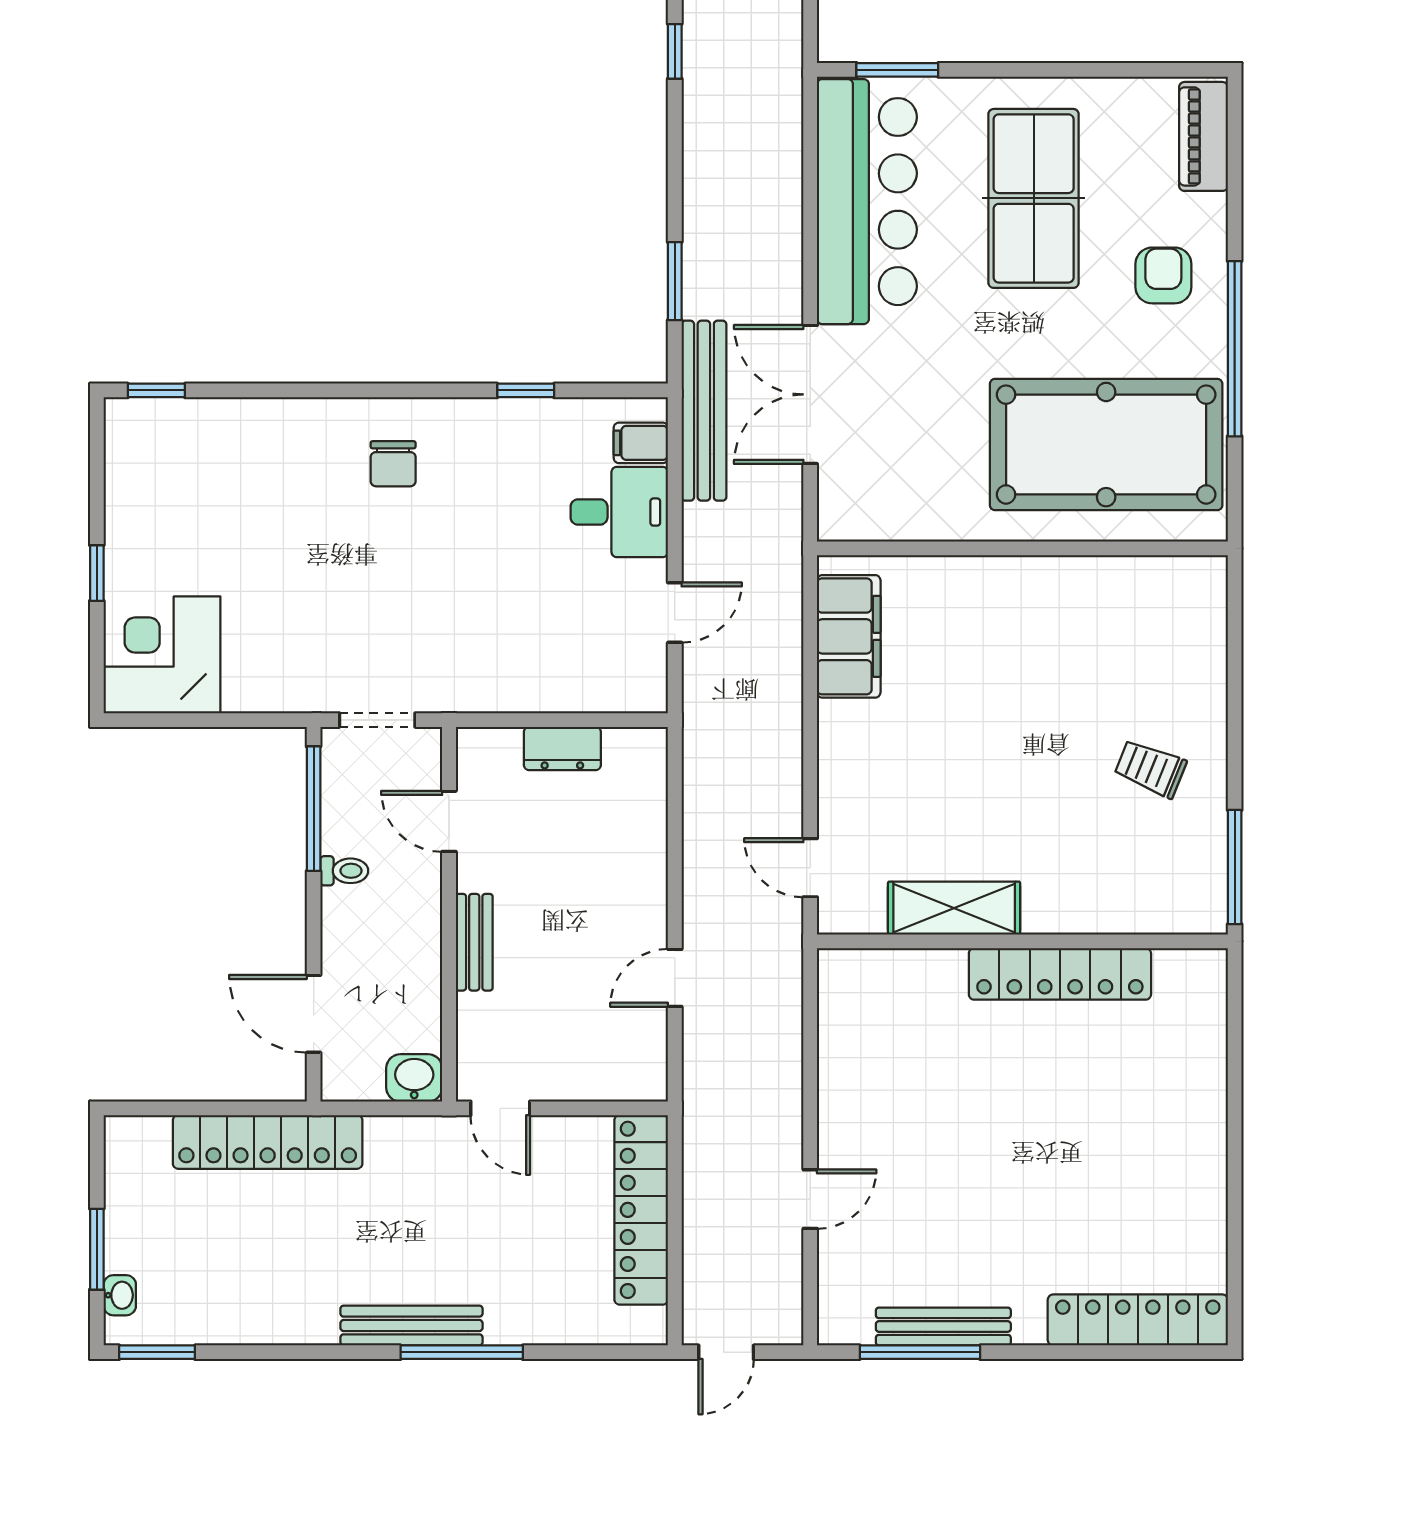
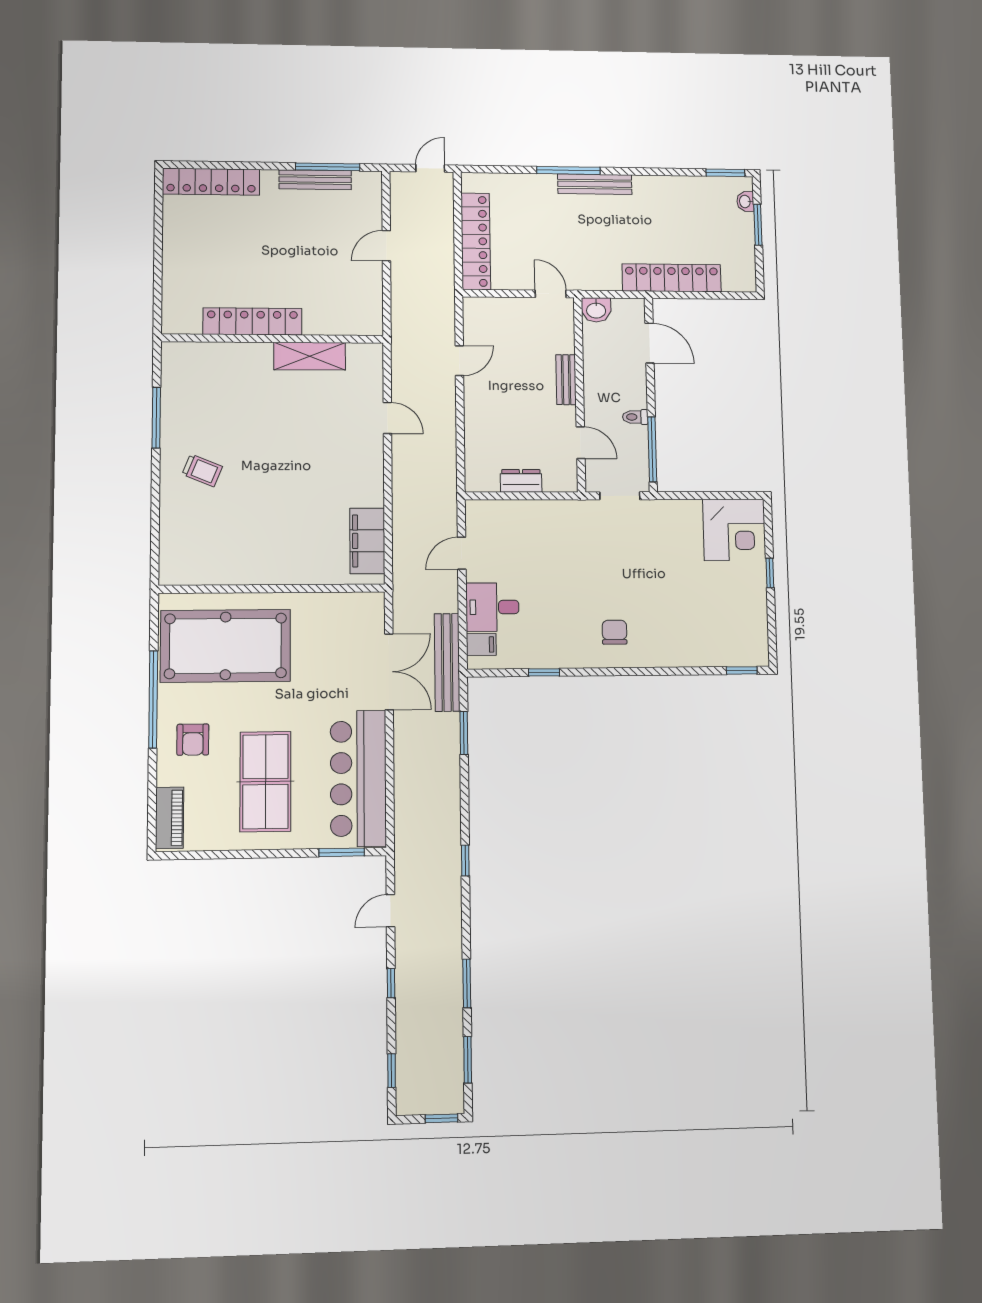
shelving: (954, 908) -> (310, 356), moved
wall: (1022, 941) -> (273, 339), moved
locker: (1060, 974) -> (252, 321), moved

